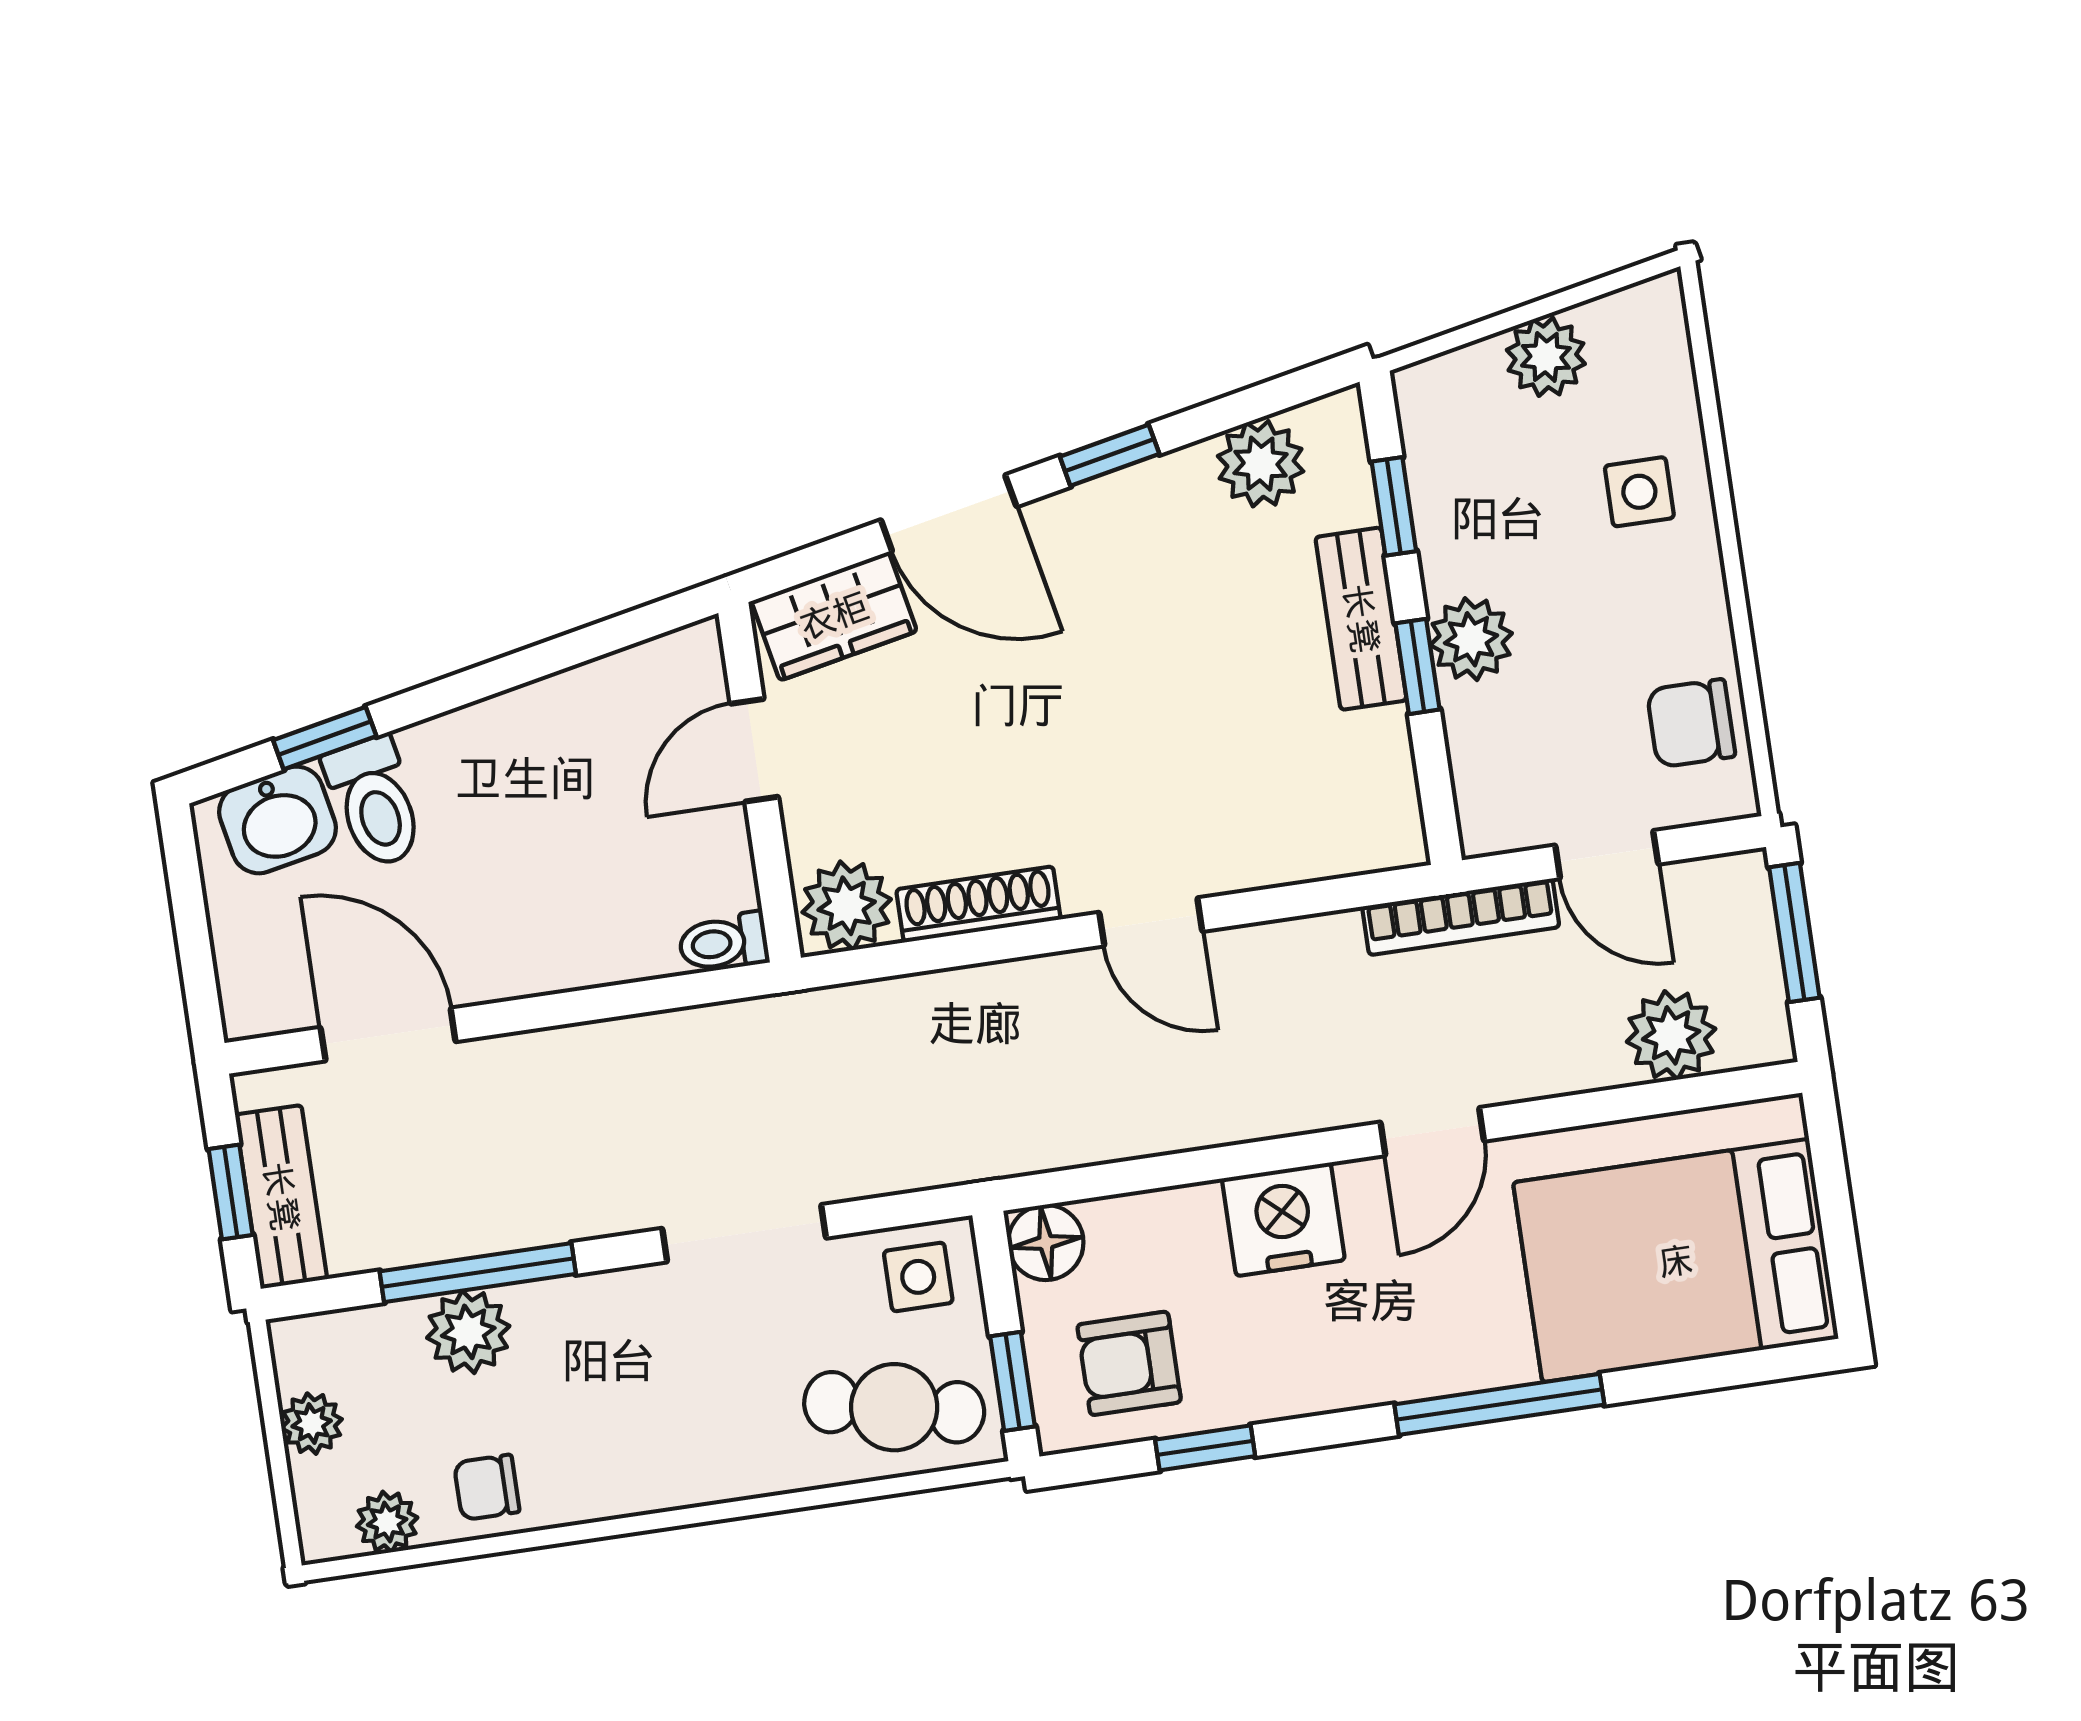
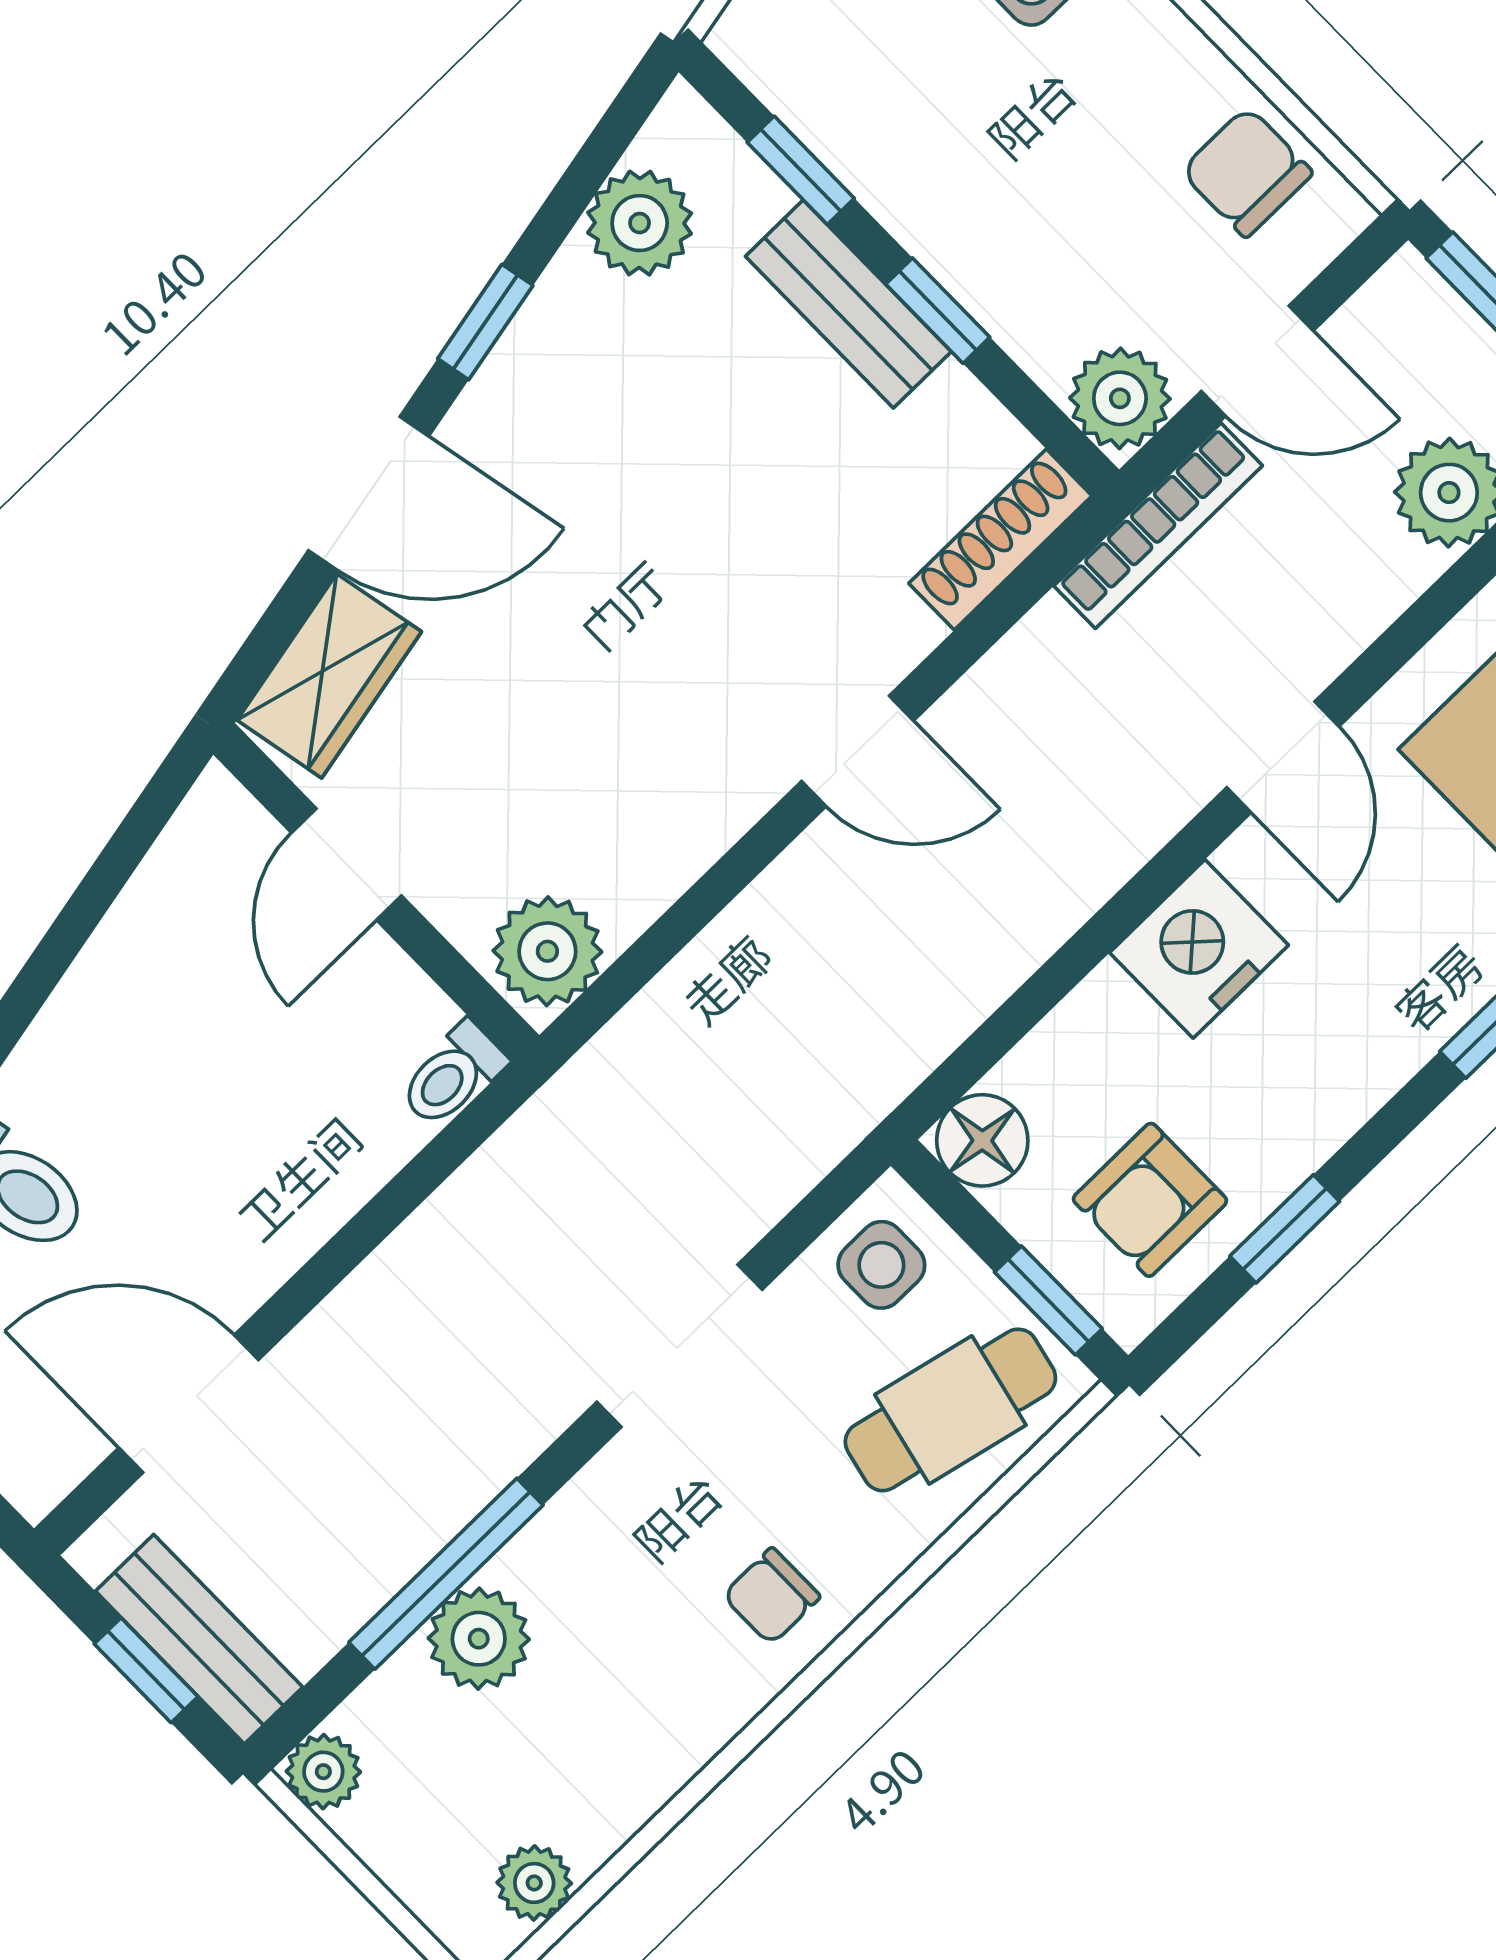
plant: (1471, 639) -> (1120, 398), moved
chair: (1691, 723) -> (1247, 172), turned 90
shoe rack: (978, 904) -> (1000, 540), moved
plant: (312, 1424) -> (323, 1772), moved
chair: (487, 1487) -> (771, 1596), moved

